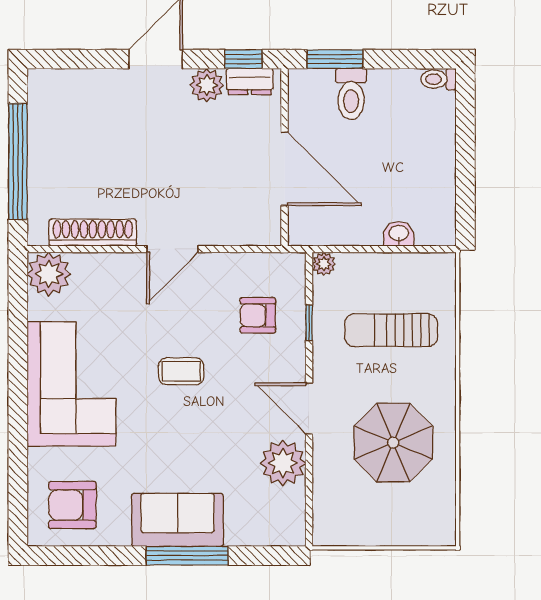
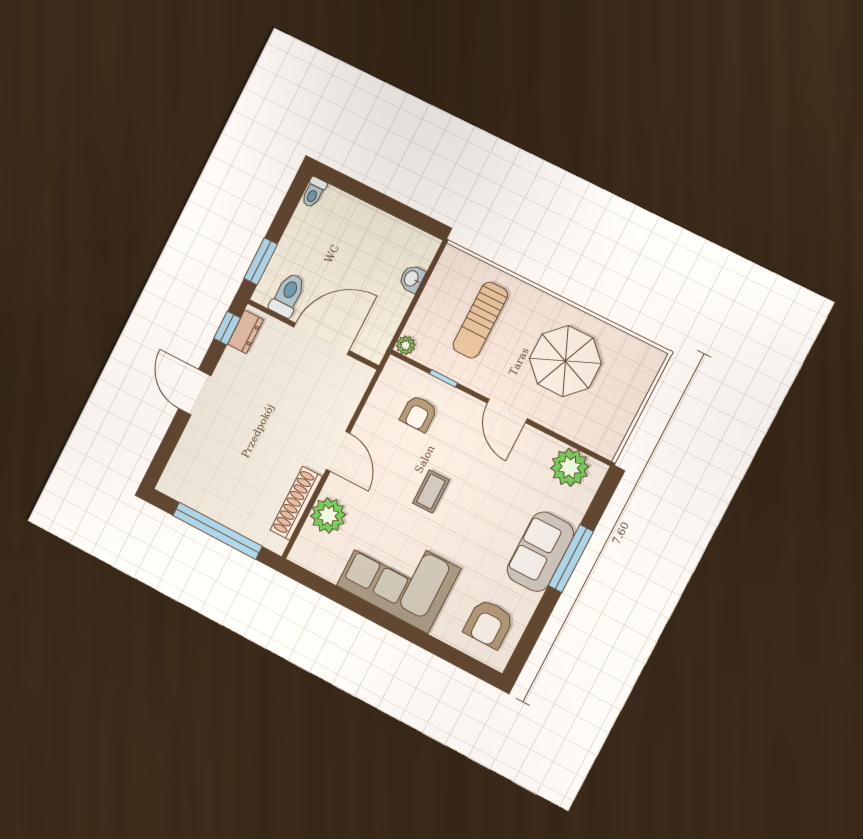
plant: (207, 85) -> (232, 365), removed
toilet: (351, 94) -> (288, 295), moved, turned -90
plant: (49, 274) -> (328, 515), moved
door: (309, 408) -> (507, 411), hinge flipped
plant: (283, 463) -> (570, 467), moved

